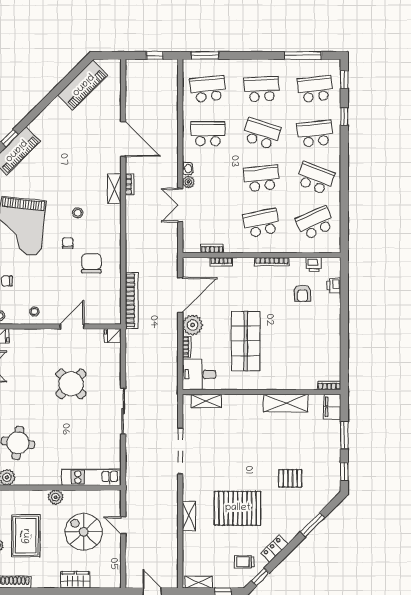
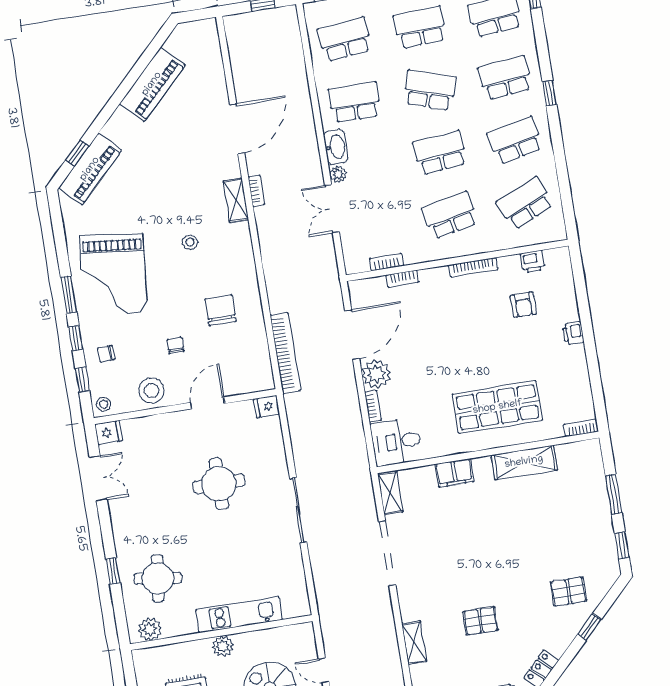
piano: (83, 85) -> (152, 84), moved
window: (344, 117) -> (549, 93), moved
door: (123, 139) -> (237, 129), hinge flipped
washbasin: (187, 169) -> (336, 147), width x1.91, depth x1.45
school desk: (315, 178) -> (515, 141), turned -33
chair: (68, 243) -> (176, 345), moved
printer: (334, 285) -> (573, 333), moved
stool: (34, 312) -> (151, 391), width x1.89, depth x1.89
shop shelf: (246, 341) -> (498, 407), moved, turned 90
round table: (71, 384) -> (219, 484), turned 45
shelving: (206, 401) -> (390, 493), moved, turned 90
filing cabinet: (332, 407) -> (454, 473), moved, turned -90
kitchen unit: (91, 477) -> (239, 615), moved
pallet: (290, 478) -> (568, 592), moved
pallet: (238, 508) -> (480, 621), width x0.49, depth x0.50
window: (313, 525) -> (589, 627), width x0.67

